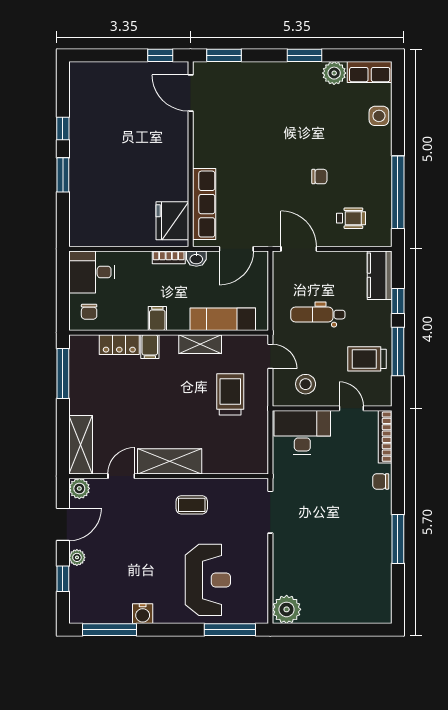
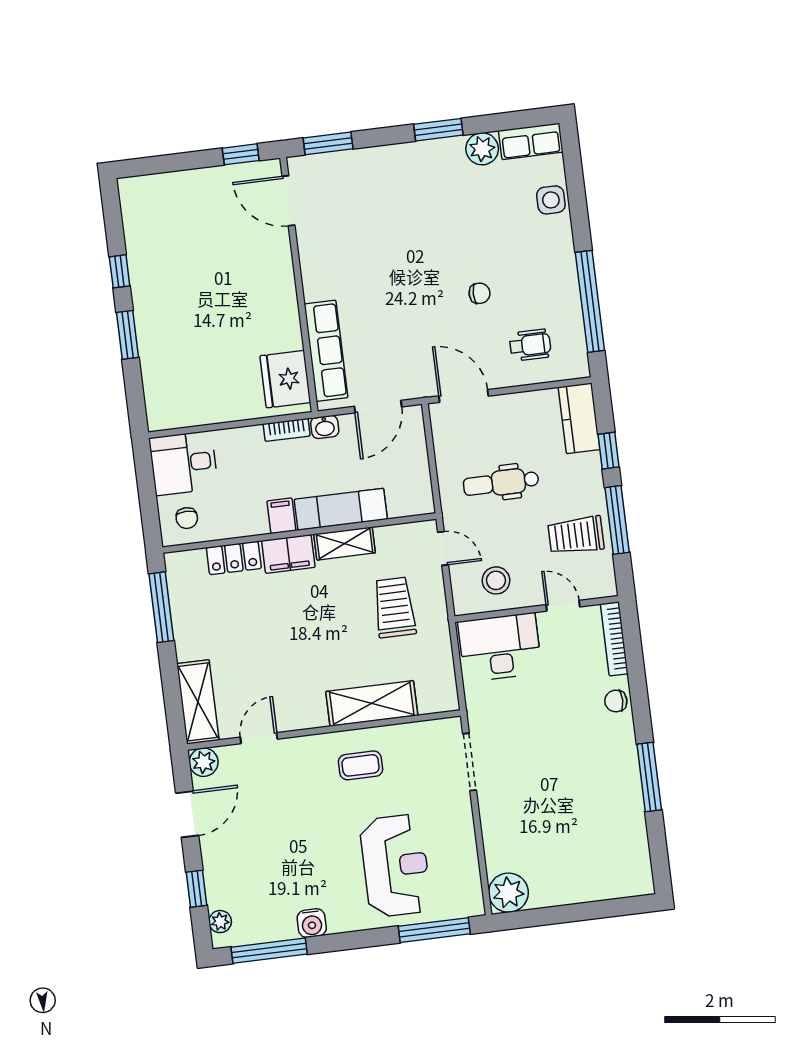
exam couch: (223, 319) -> (341, 509), moved
filing cabinet: (150, 347) -> (288, 554), width x2.00
shelving: (170, 461) -> (372, 703), moved
plant: (77, 557) -> (220, 922), moved

